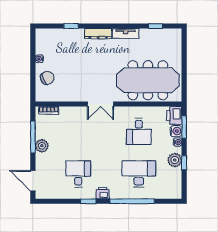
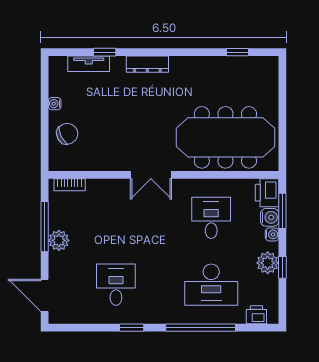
tv unit: (126, 33) -> (89, 64), moved
desk: (139, 131) -> (211, 218), turned 180
desk: (139, 174) -> (211, 285), turned 180
printer: (103, 193) -> (256, 315), moved

